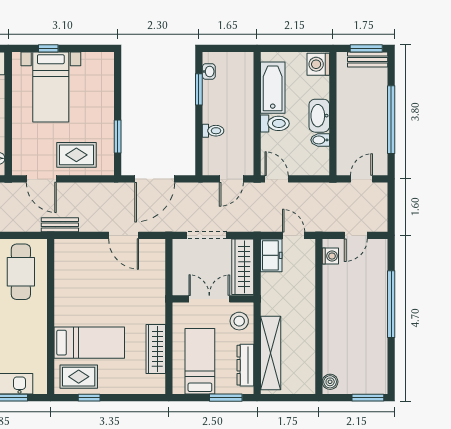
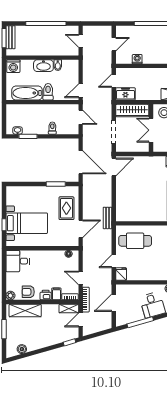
door: (124, 235) -> (114, 167), moved
door: (356, 235) -> (114, 44), hinge flipped
washing machine: (330, 256) -> (137, 59), moved

